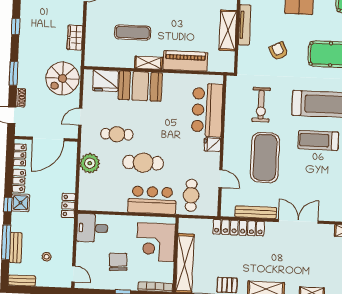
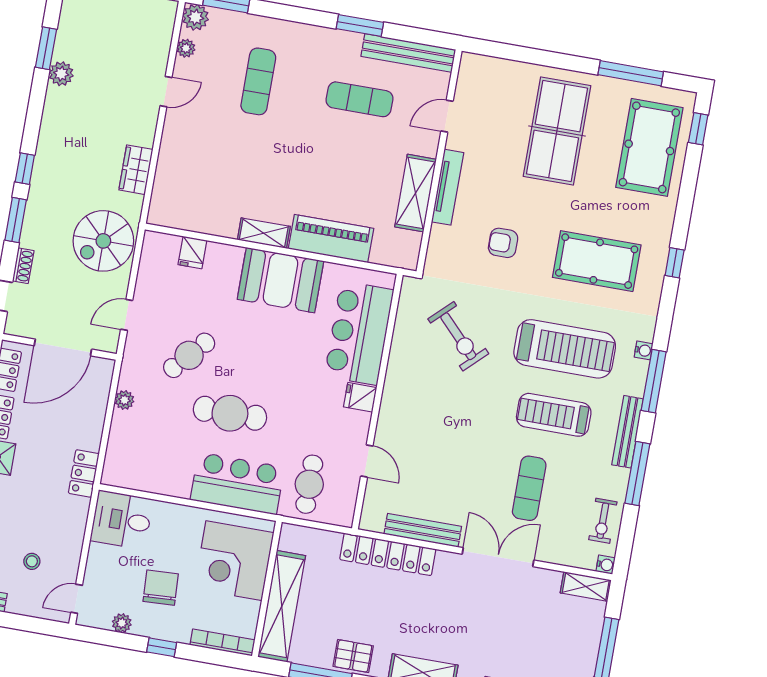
window: (16, 27) -> (25, 169), moved
exercise mat: (133, 32) -> (242, 174), removed
armchair: (279, 51) -> (503, 243), turned -63
fridge: (105, 81) -> (192, 252), width x0.53, depth x0.75
booth: (140, 86) -> (280, 280), moved
exercise bike: (261, 105) -> (458, 336), turned -44
cafe table: (117, 134) -> (189, 355), turned -48
exercise mat: (265, 158) -> (529, 488), moved, width x0.50, depth x0.69
plant: (90, 163) -> (124, 400), width x0.53, depth x0.53
door: (73, 274) -> (77, 599), swing flipped
plant: (100, 284) -> (122, 623), added

